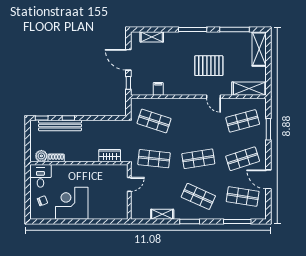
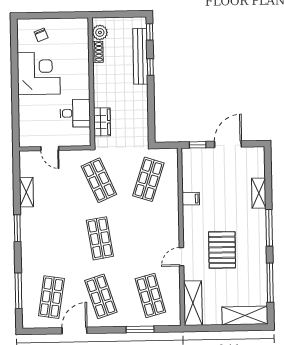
shelving: (152, 37) -> (259, 193), moved
filing cabinet: (158, 89) -> (191, 199), moved
shop shelf: (154, 159) -> (99, 180), turned -30
desk: (40, 176) -> (75, 113), moved
door: (129, 184) -> (50, 149), moved
shop shelf: (198, 196) -> (50, 239), removed

